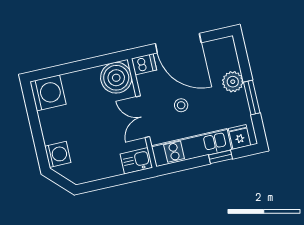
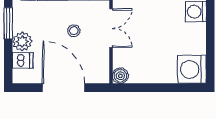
dishwasher: (144, 64) -> (23, 60), moved, turned 180
boiler: (116, 78) -> (120, 76), width x0.54, depth x0.54

